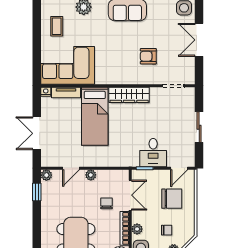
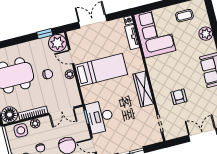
bed: (95, 116) -> (101, 70), moved, turned 180
desk: (153, 153) -> (100, 117), width x1.37
plant: (46, 175) -> (57, 43), width x1.88, depth x1.88
chair: (106, 203) -> (48, 74), moved

